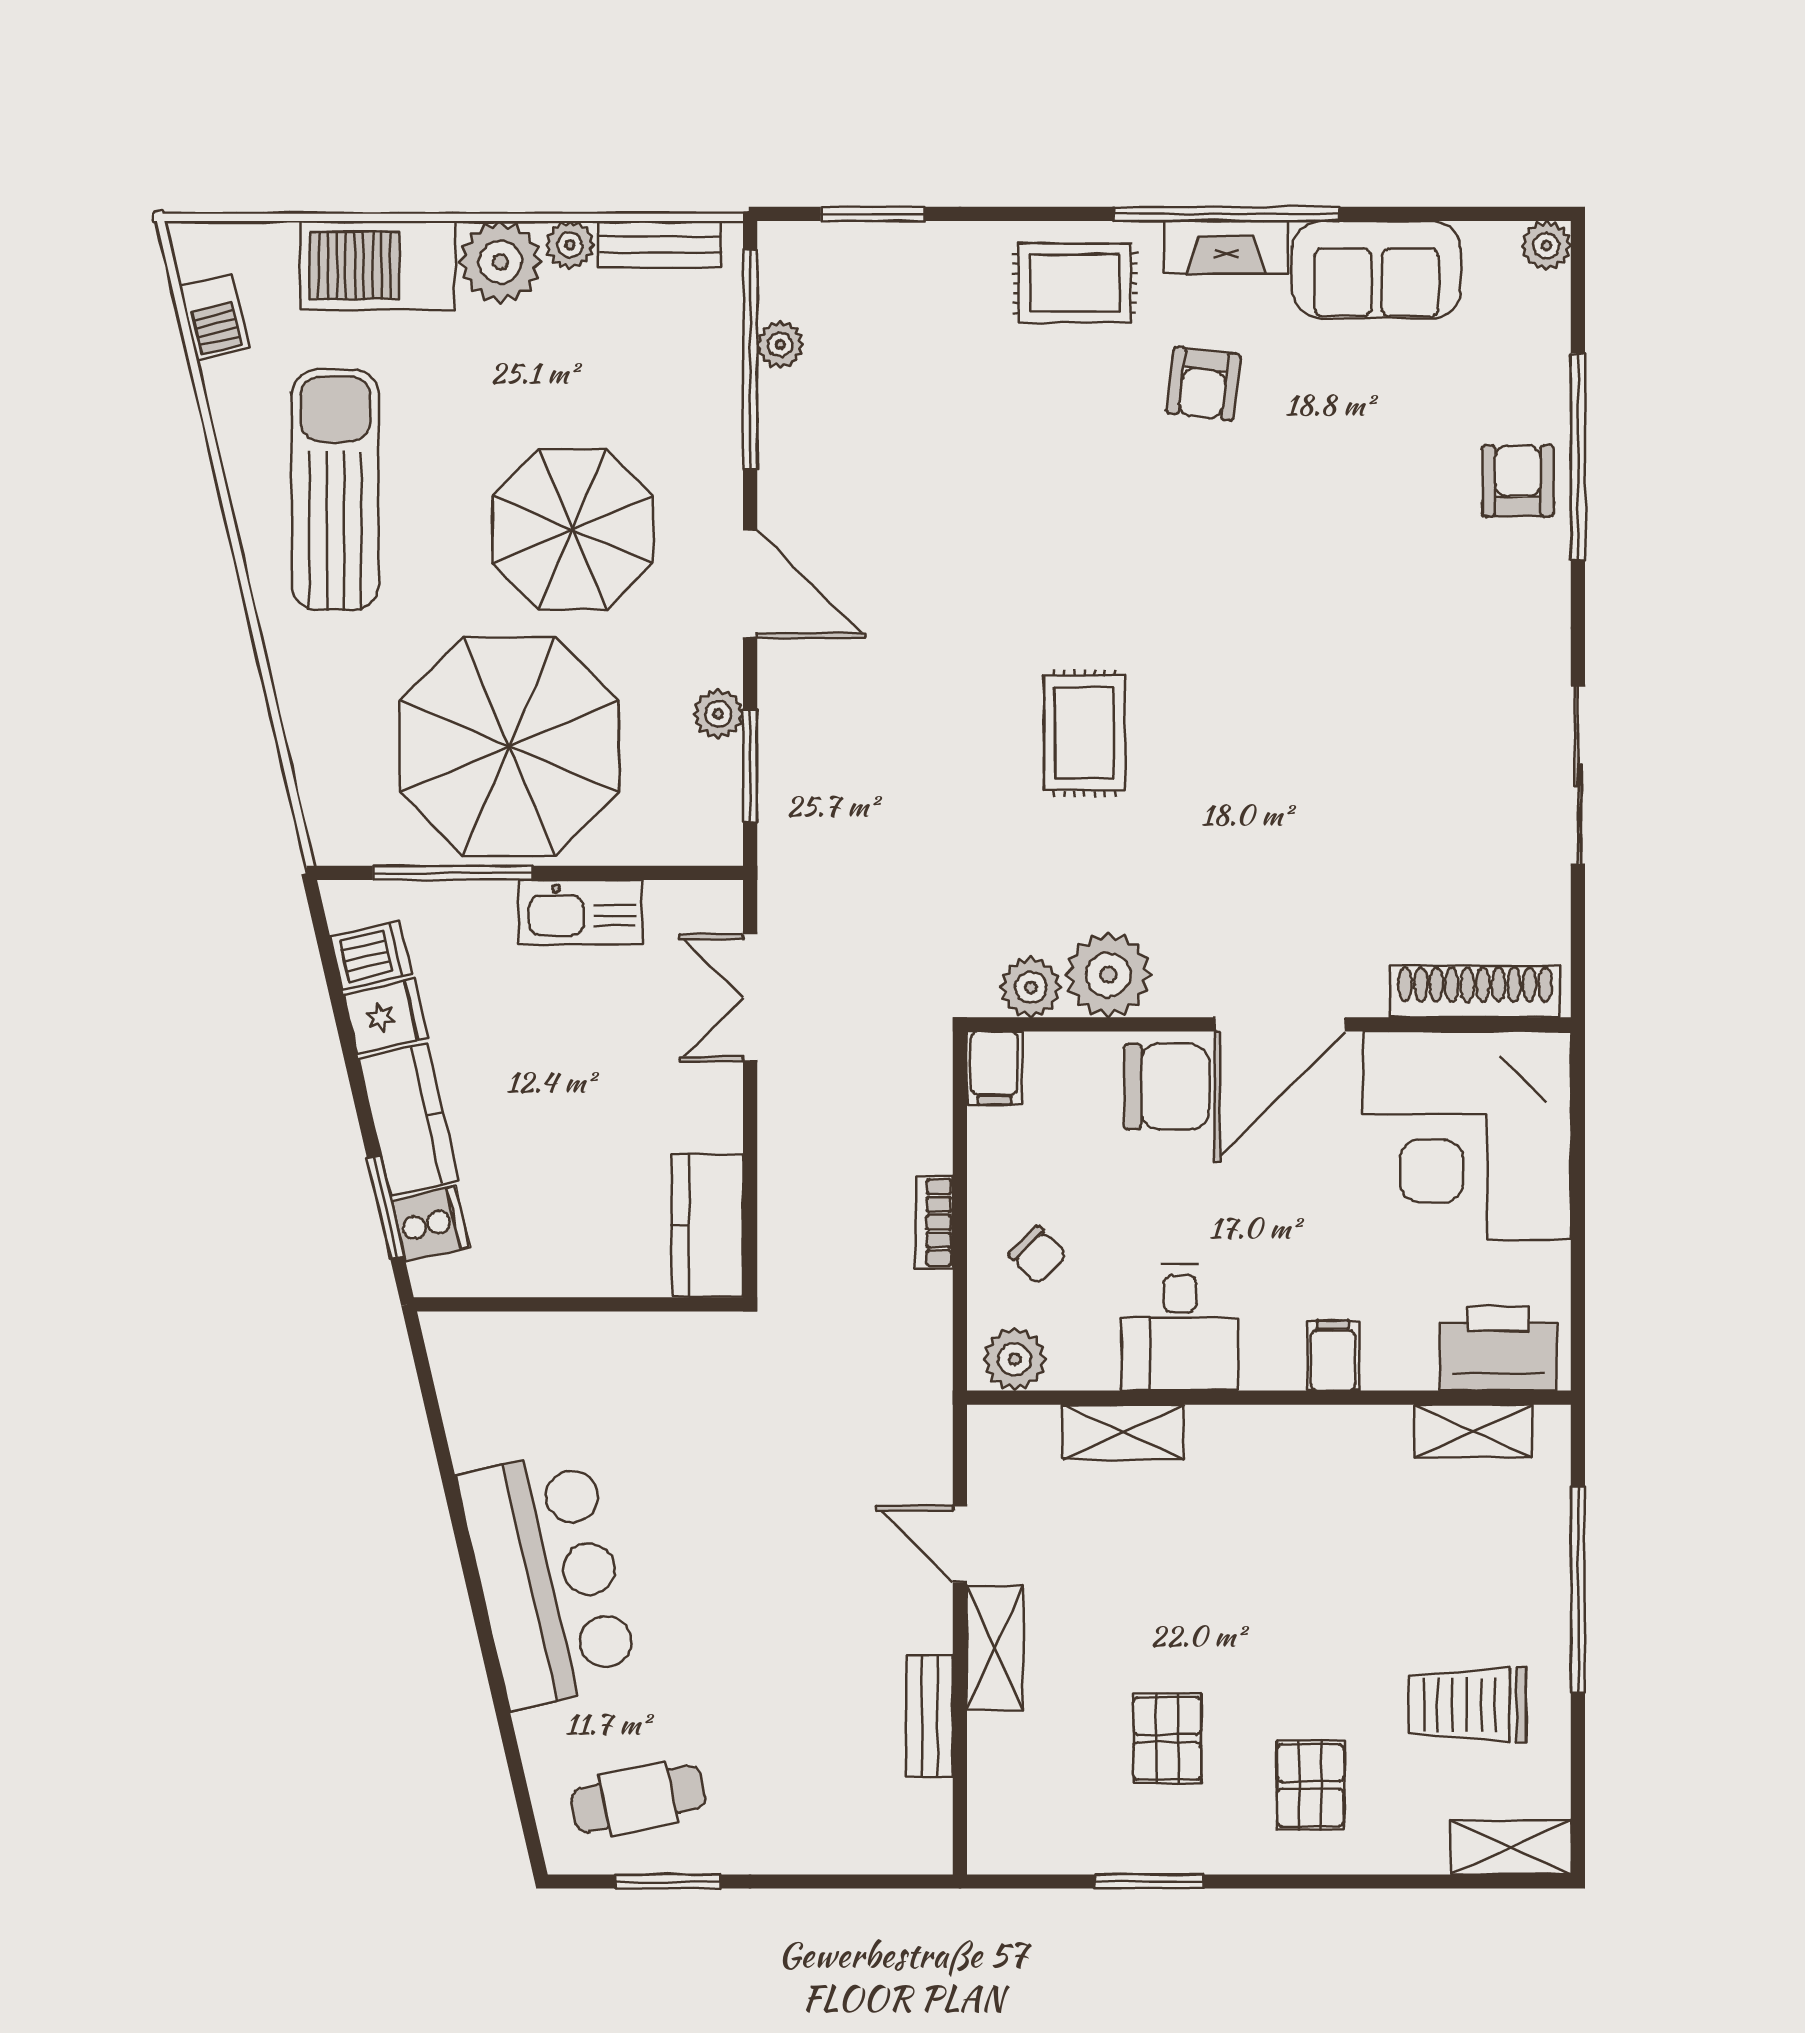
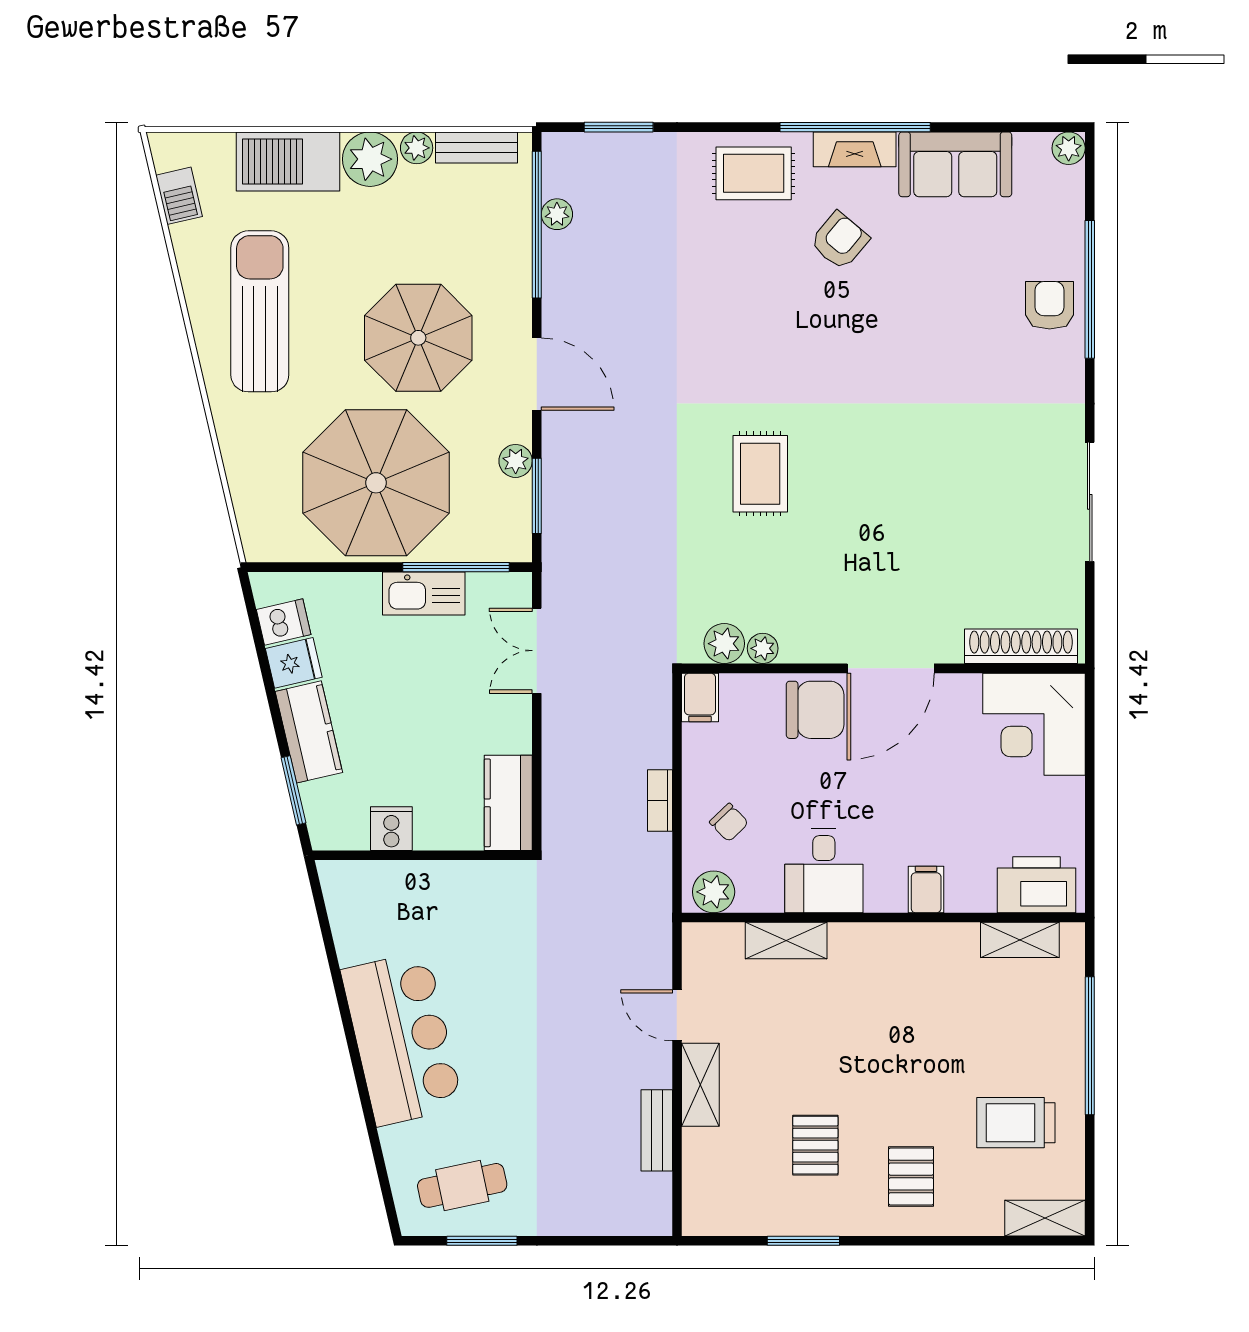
armchair: (1204, 384) -> (840, 241), turned -147
window: (453, 873) -> (456, 567), moved
plant: (1108, 975) -> (763, 648), width x0.53, depth x0.53
corner desk: (1467, 1136) -> (1034, 724), width x0.74, depth x0.74
cooker: (430, 1224) -> (391, 829), moved, turned -77

